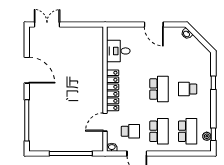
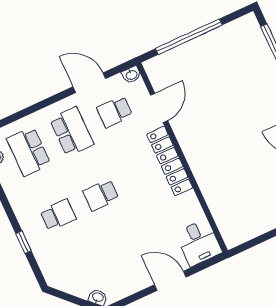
door: (154, 24) -> (170, 281), moved
desk: (118, 51) -> (199, 243), moved, turned 90
school desk: (159, 89) -> (101, 195), width x0.54
school desk: (159, 131) -> (72, 132), turned 180

